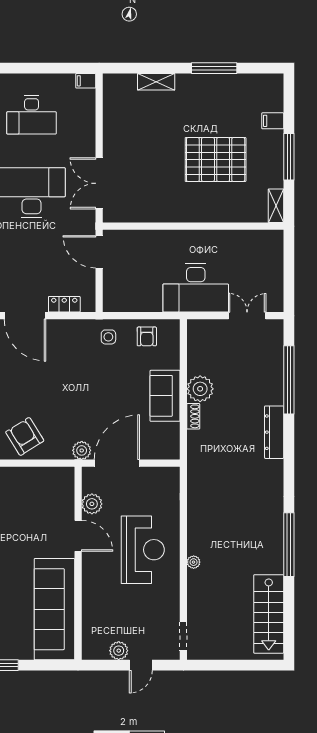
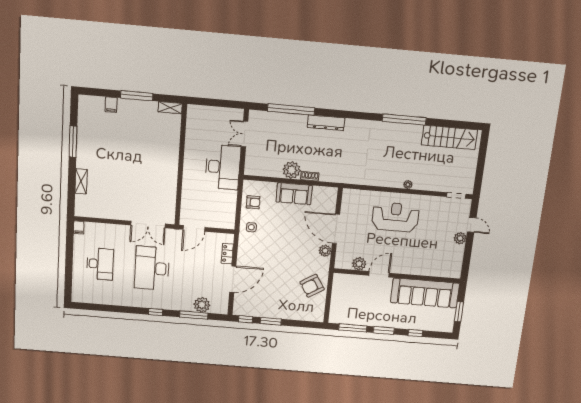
pallet: (216, 160) -> (136, 146), removed
plant: (92, 504) -> (359, 264), moved
door: (78, 536) -> (379, 274), moved
wall: (78, 563) -> (397, 276), moved
sofa: (54, 609) -> (425, 293), moved

